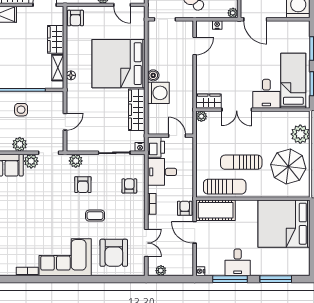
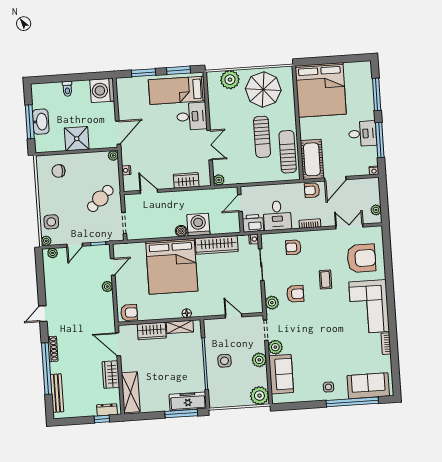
wardrobe: (209, 101) -> (186, 180), moved, turned 90

